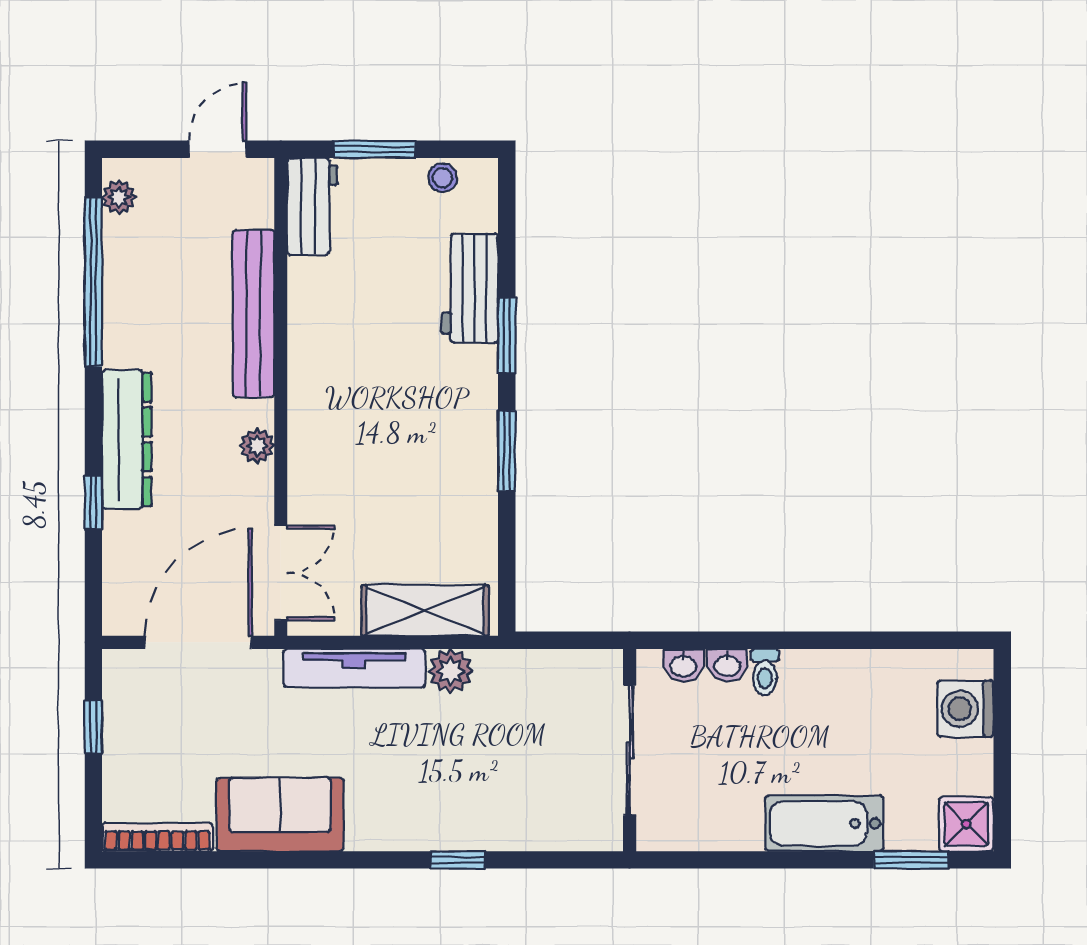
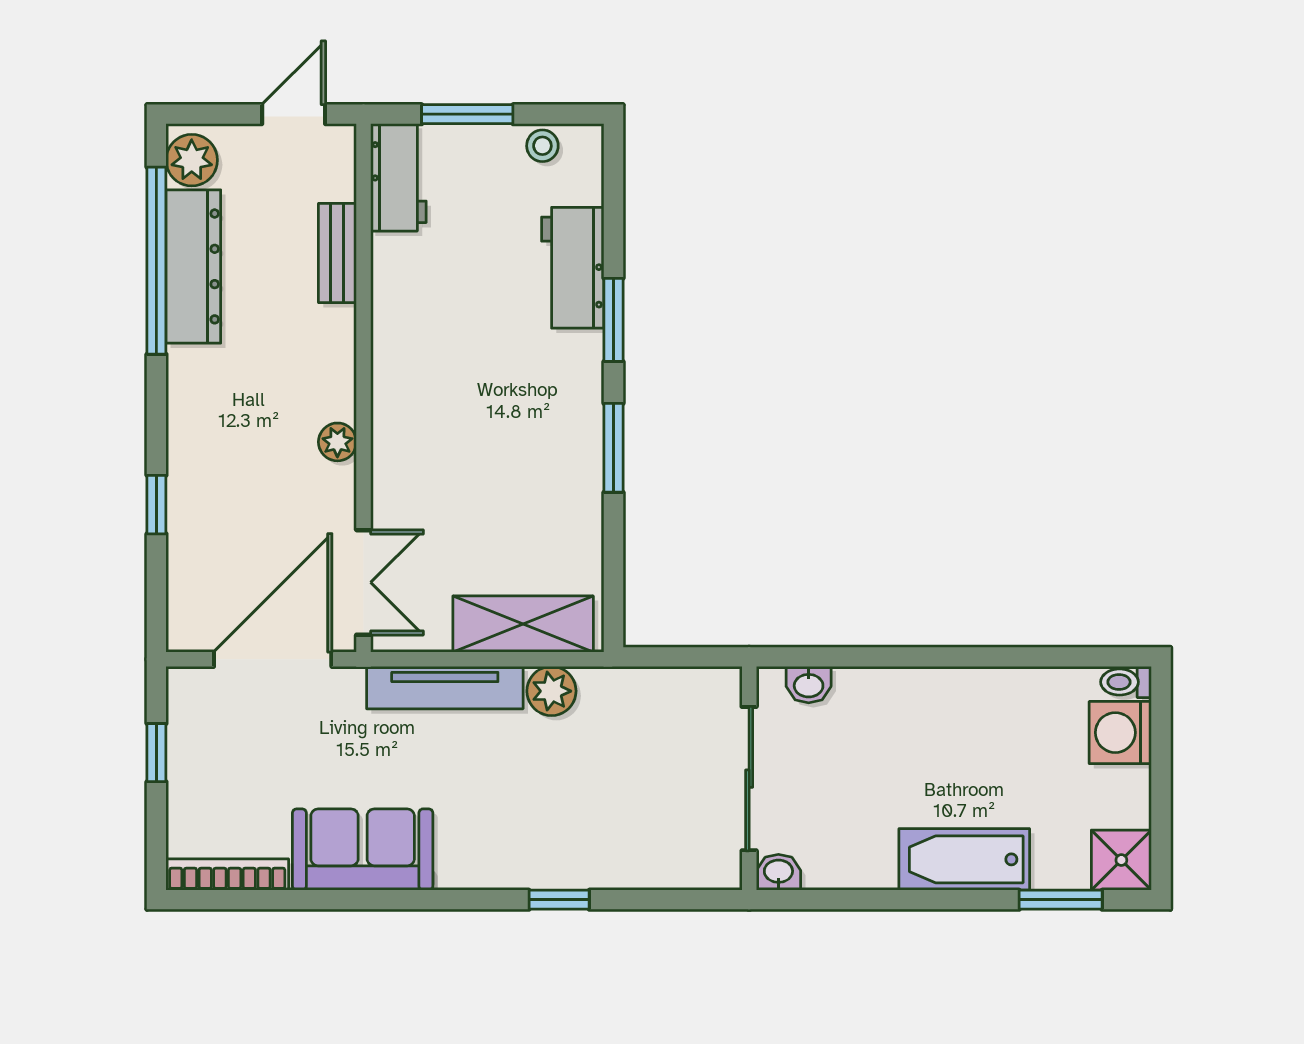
plant: (119, 197) -> (192, 160), width x1.38, depth x1.38
bench: (253, 314) -> (337, 253), width x0.54, depth x0.82
dresser: (127, 439) -> (193, 266), moved
washbasin: (727, 665) -> (778, 872), moved, turned 180
toilet: (765, 672) -> (1126, 682), moved, turned 90

